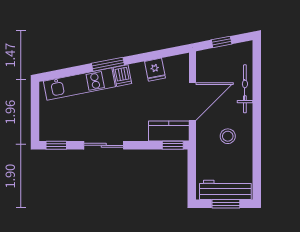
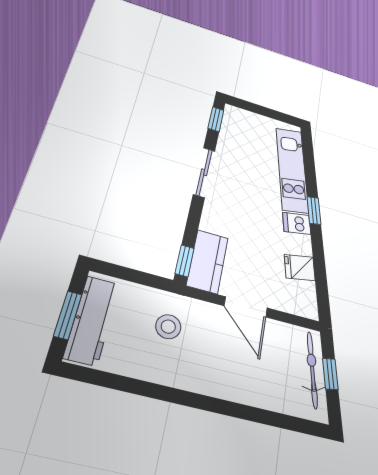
window: (108, 64) -> (314, 211), width x0.67
bicycle: (245, 89) -> (312, 369), moved, turned -101
door: (193, 102) -> (246, 307), width x0.73
stool: (228, 136) -> (168, 327), moved

